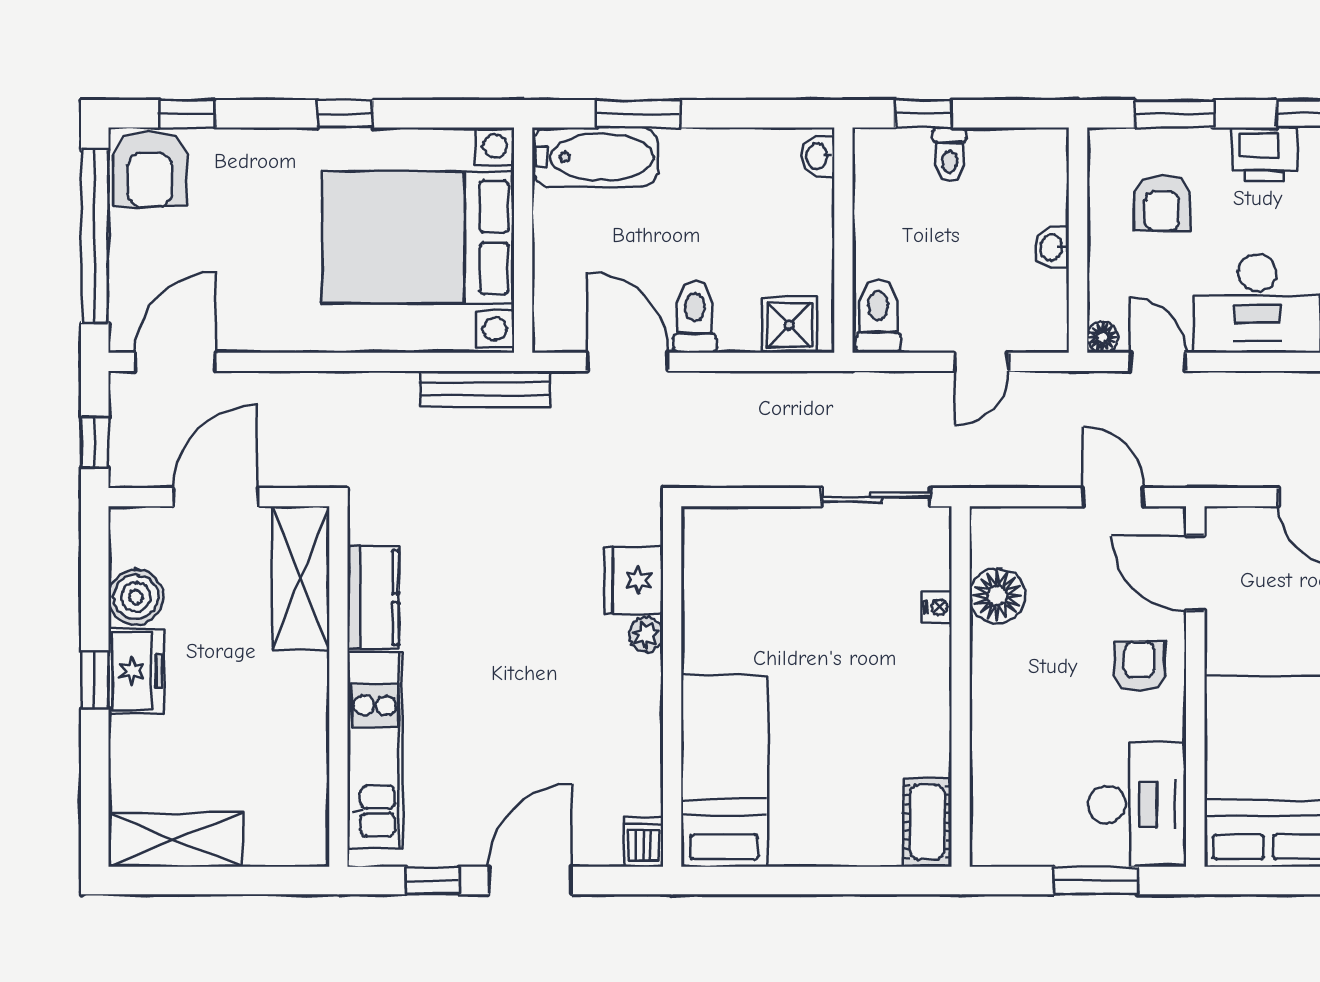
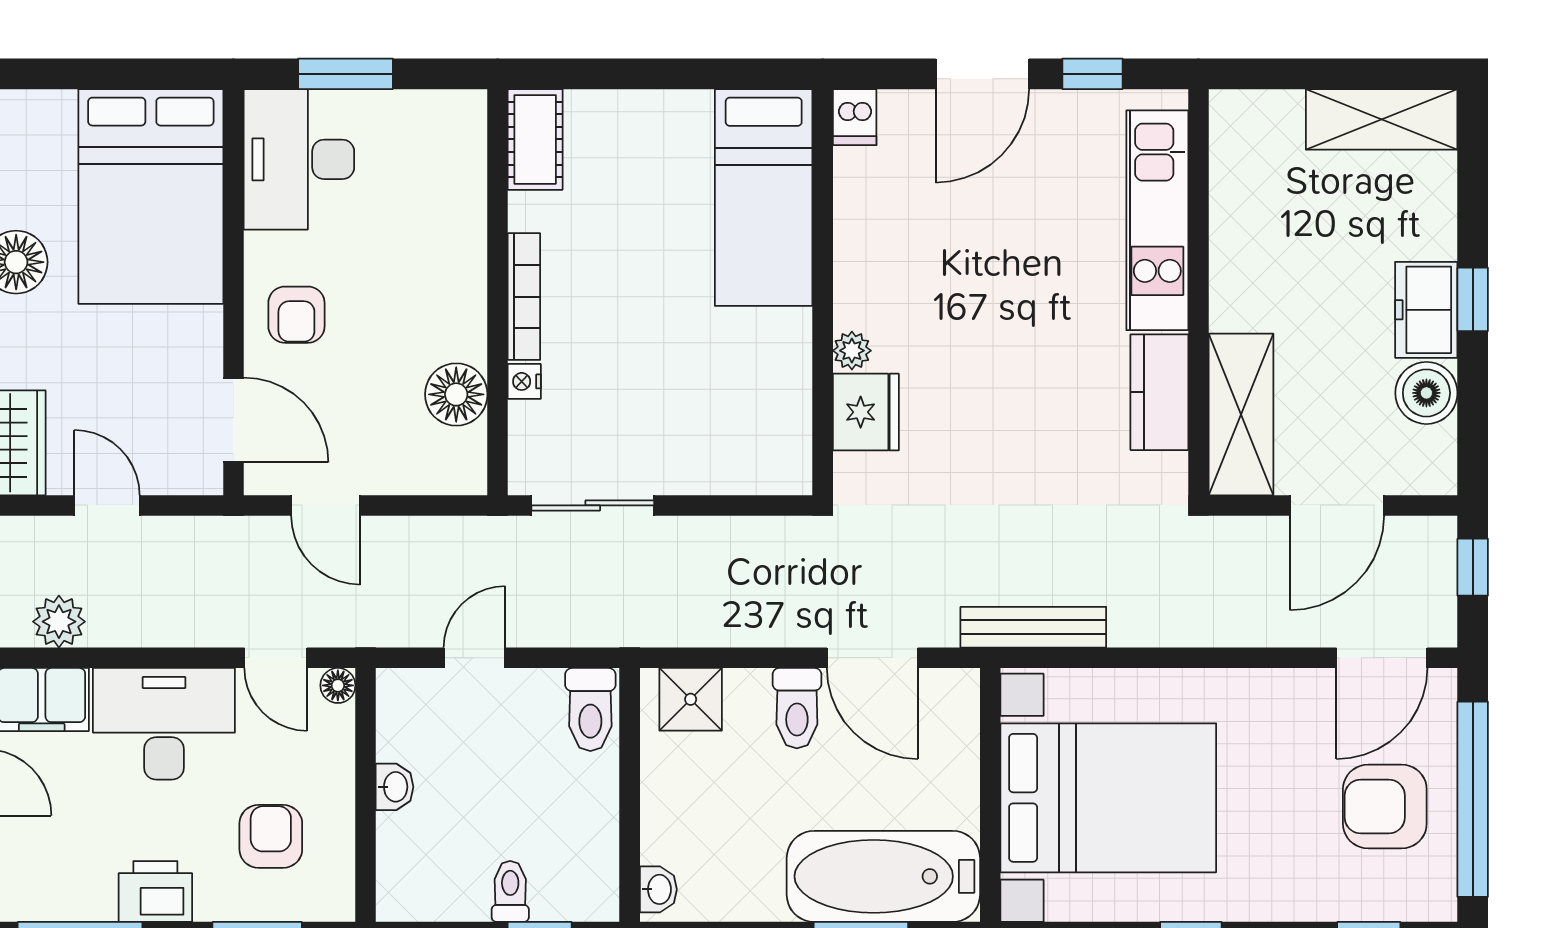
bathtub: (595, 157) -> (883, 876), width x1.36, depth x1.36
armchair: (150, 169) -> (1385, 806), moved, turned -90
bookcase: (937, 683) -> (524, 297), added

